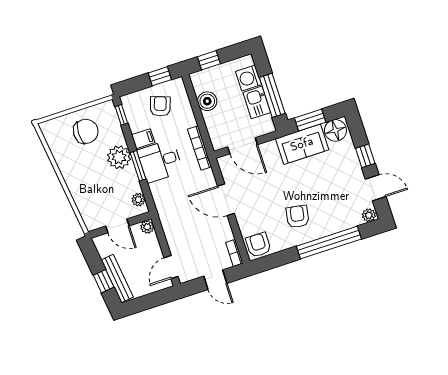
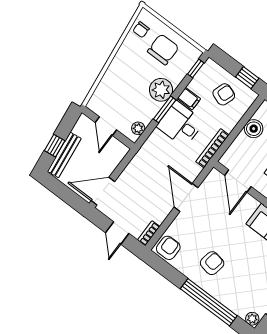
chair: (86, 131) -> (163, 49), turned -90
chair: (56, 139) -> (141, 30), added
plant: (147, 227) -> (122, 150), removed
door: (171, 267) -> (103, 191), width x1.38

